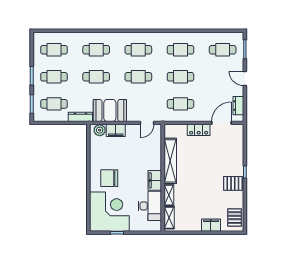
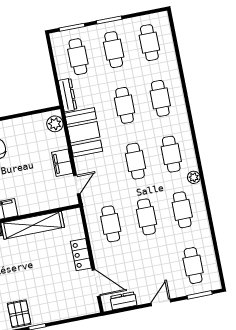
plant: (158, 37) -> (194, 177), added
door: (147, 123) -> (77, 185), swing flipped
filing cabinet: (116, 130) -> (62, 163), moved

